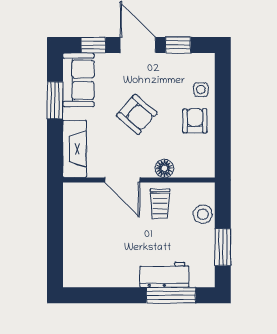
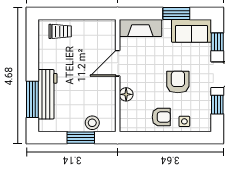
armchair: (137, 114) -> (178, 82), moved, turned 139
trolley: (160, 204) -> (60, 31), moved, turned 180
window: (223, 247) -> (81, 138), moved
workbench: (164, 275) -> (47, 94), width x1.37

